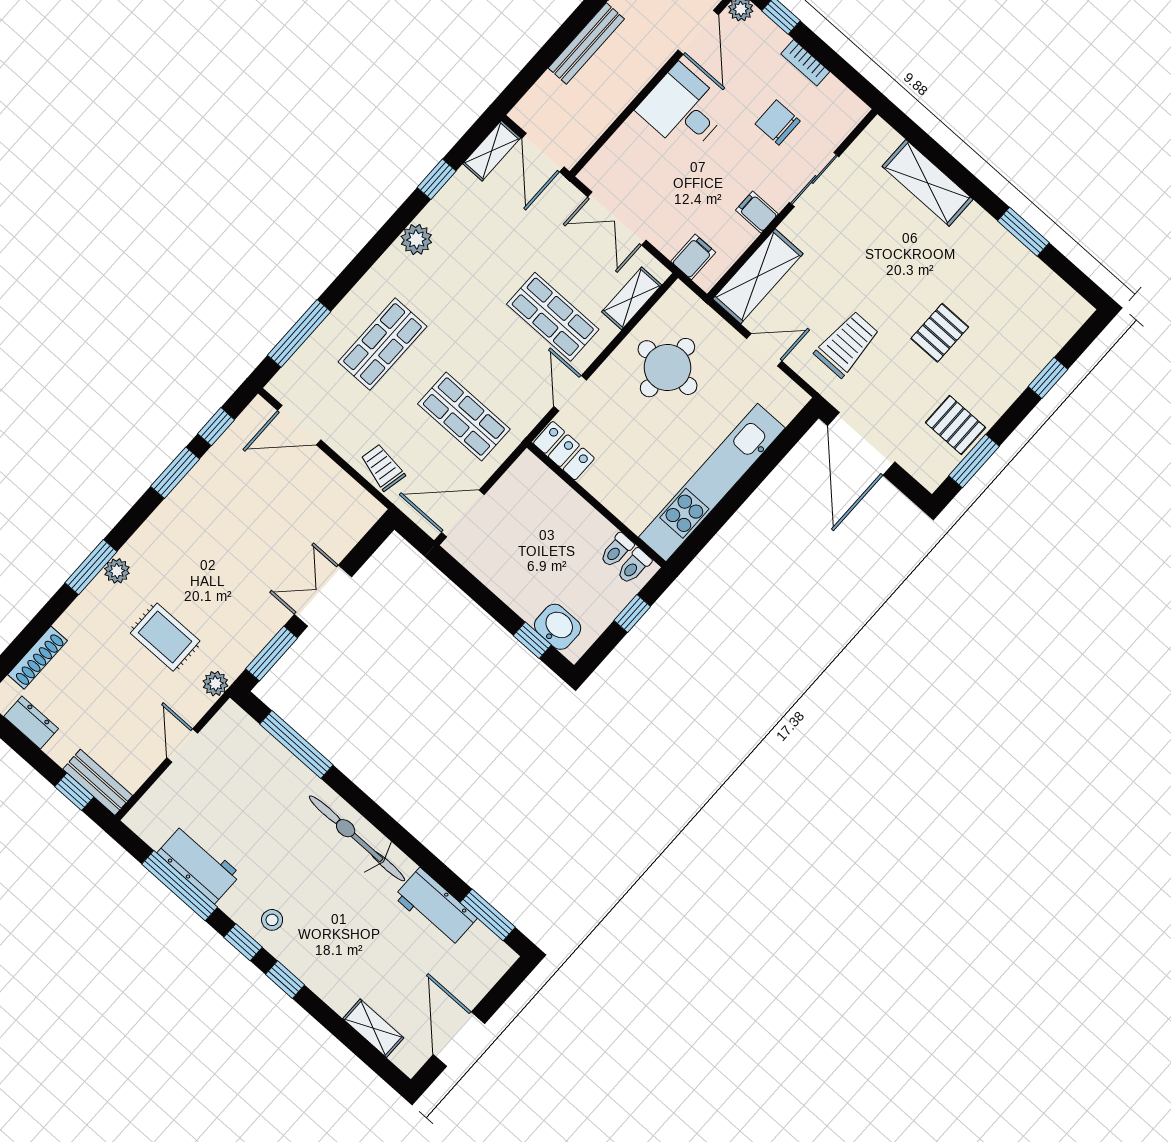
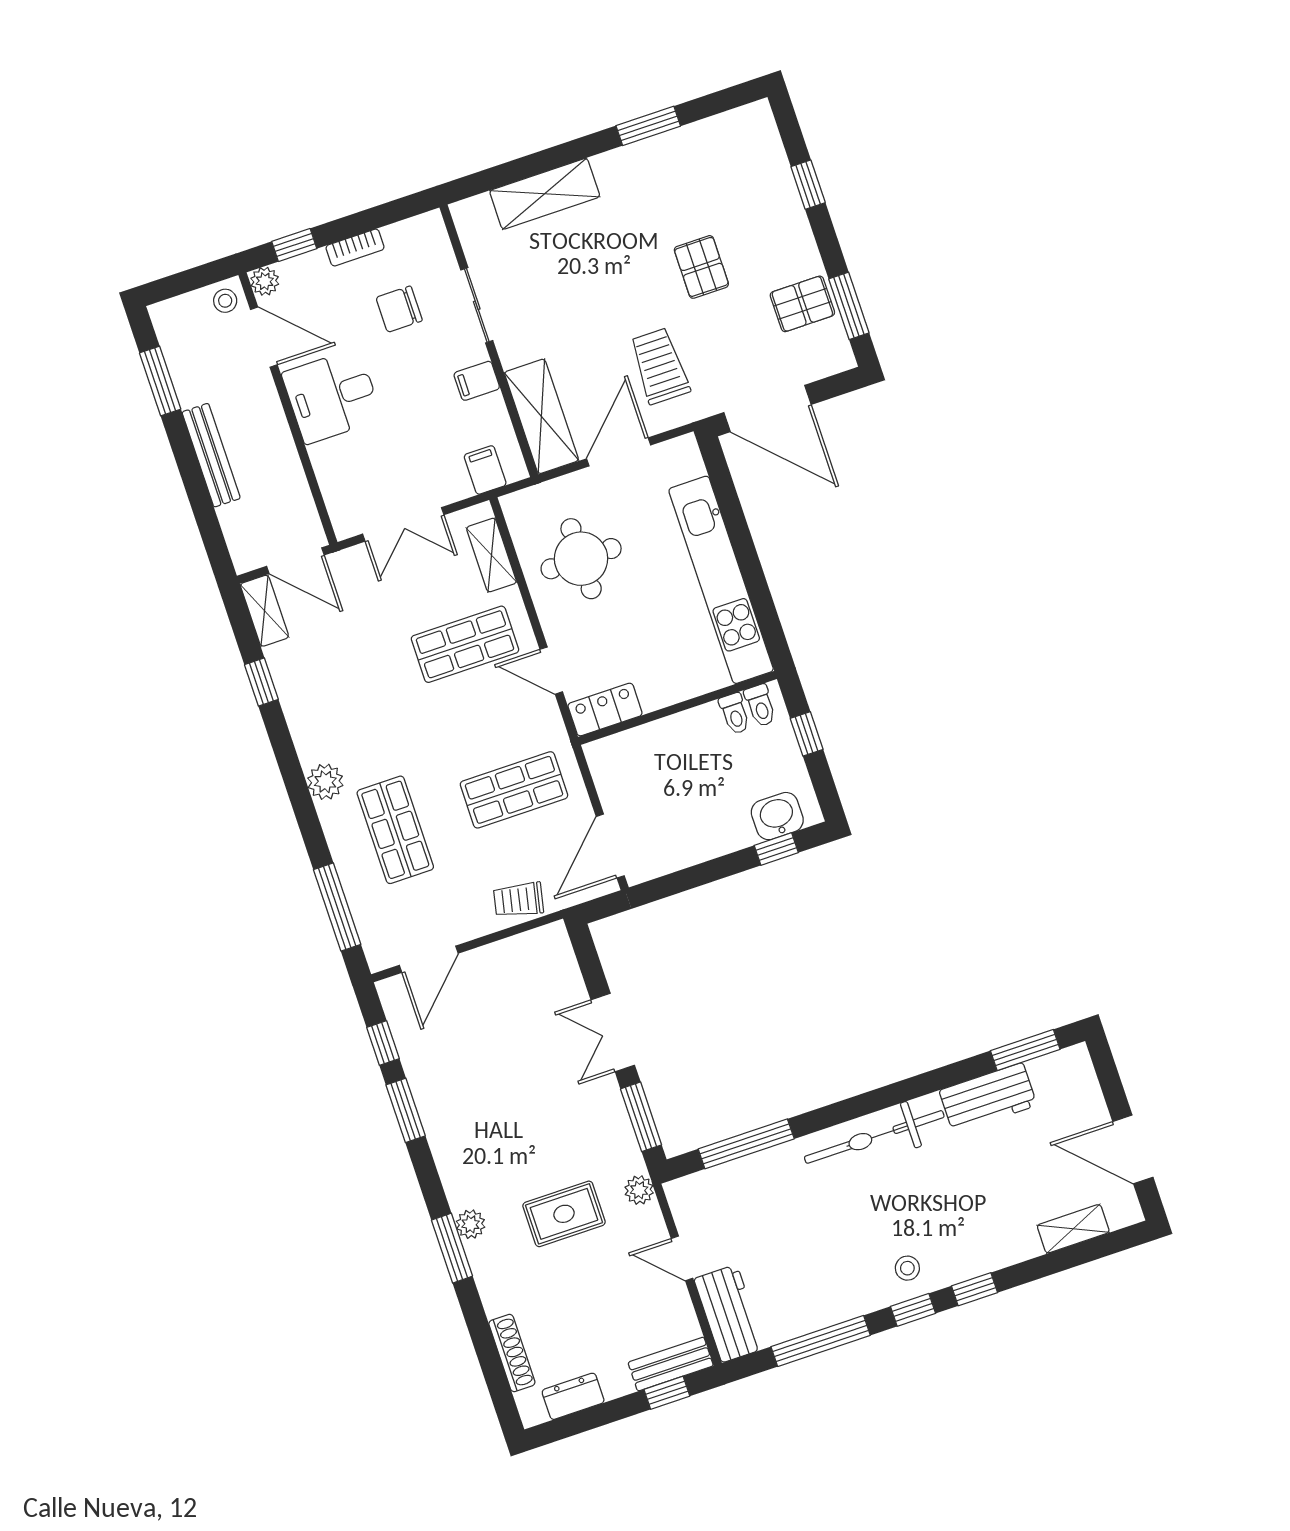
plant: (416, 239) -> (325, 782), moved
door: (764, 350) -> (619, 452), width x1.38
workbench: (199, 864) -> (729, 1314), moved, turned 90

